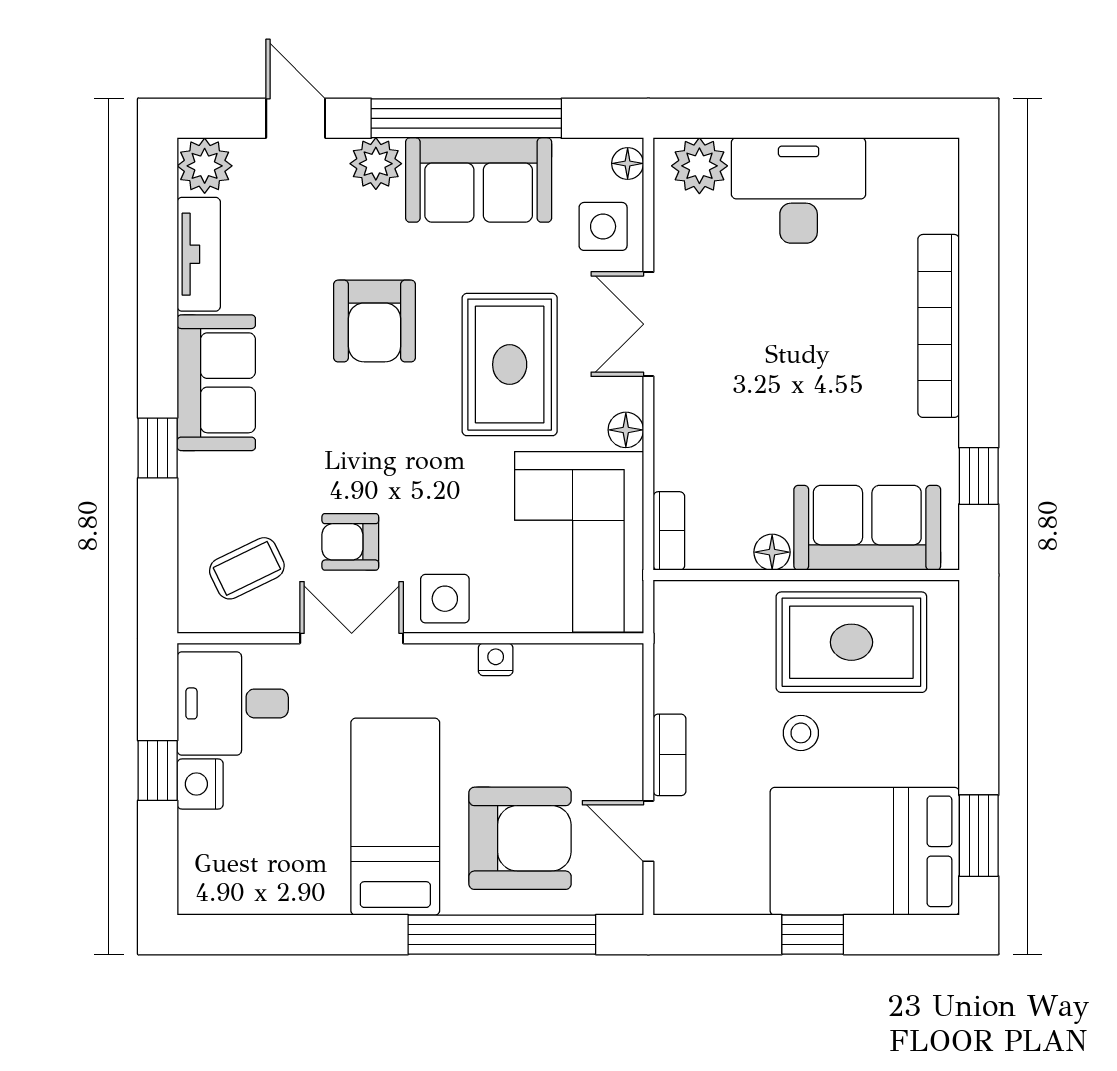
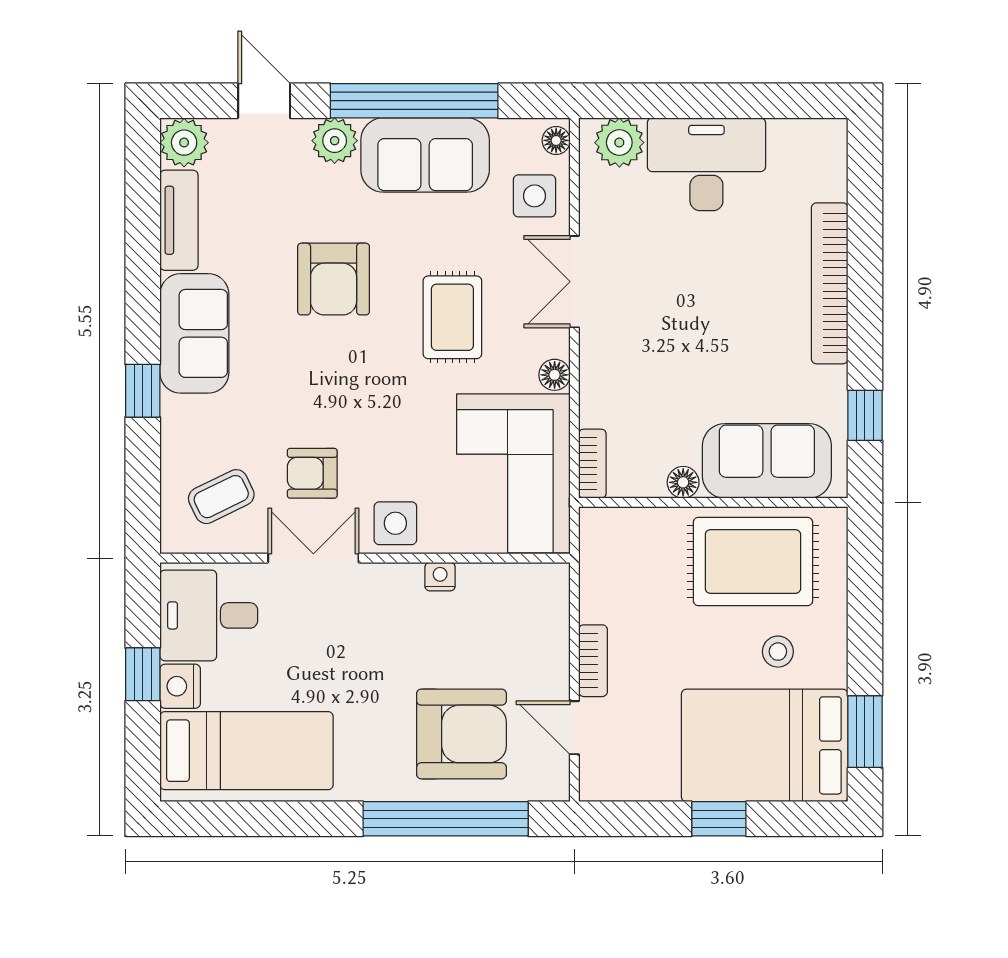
rug: (510, 365) -> (452, 317), width x0.73, depth x0.70
stool: (801, 733) -> (778, 652), moved
bed: (395, 817) -> (246, 751), moved, turned 90

